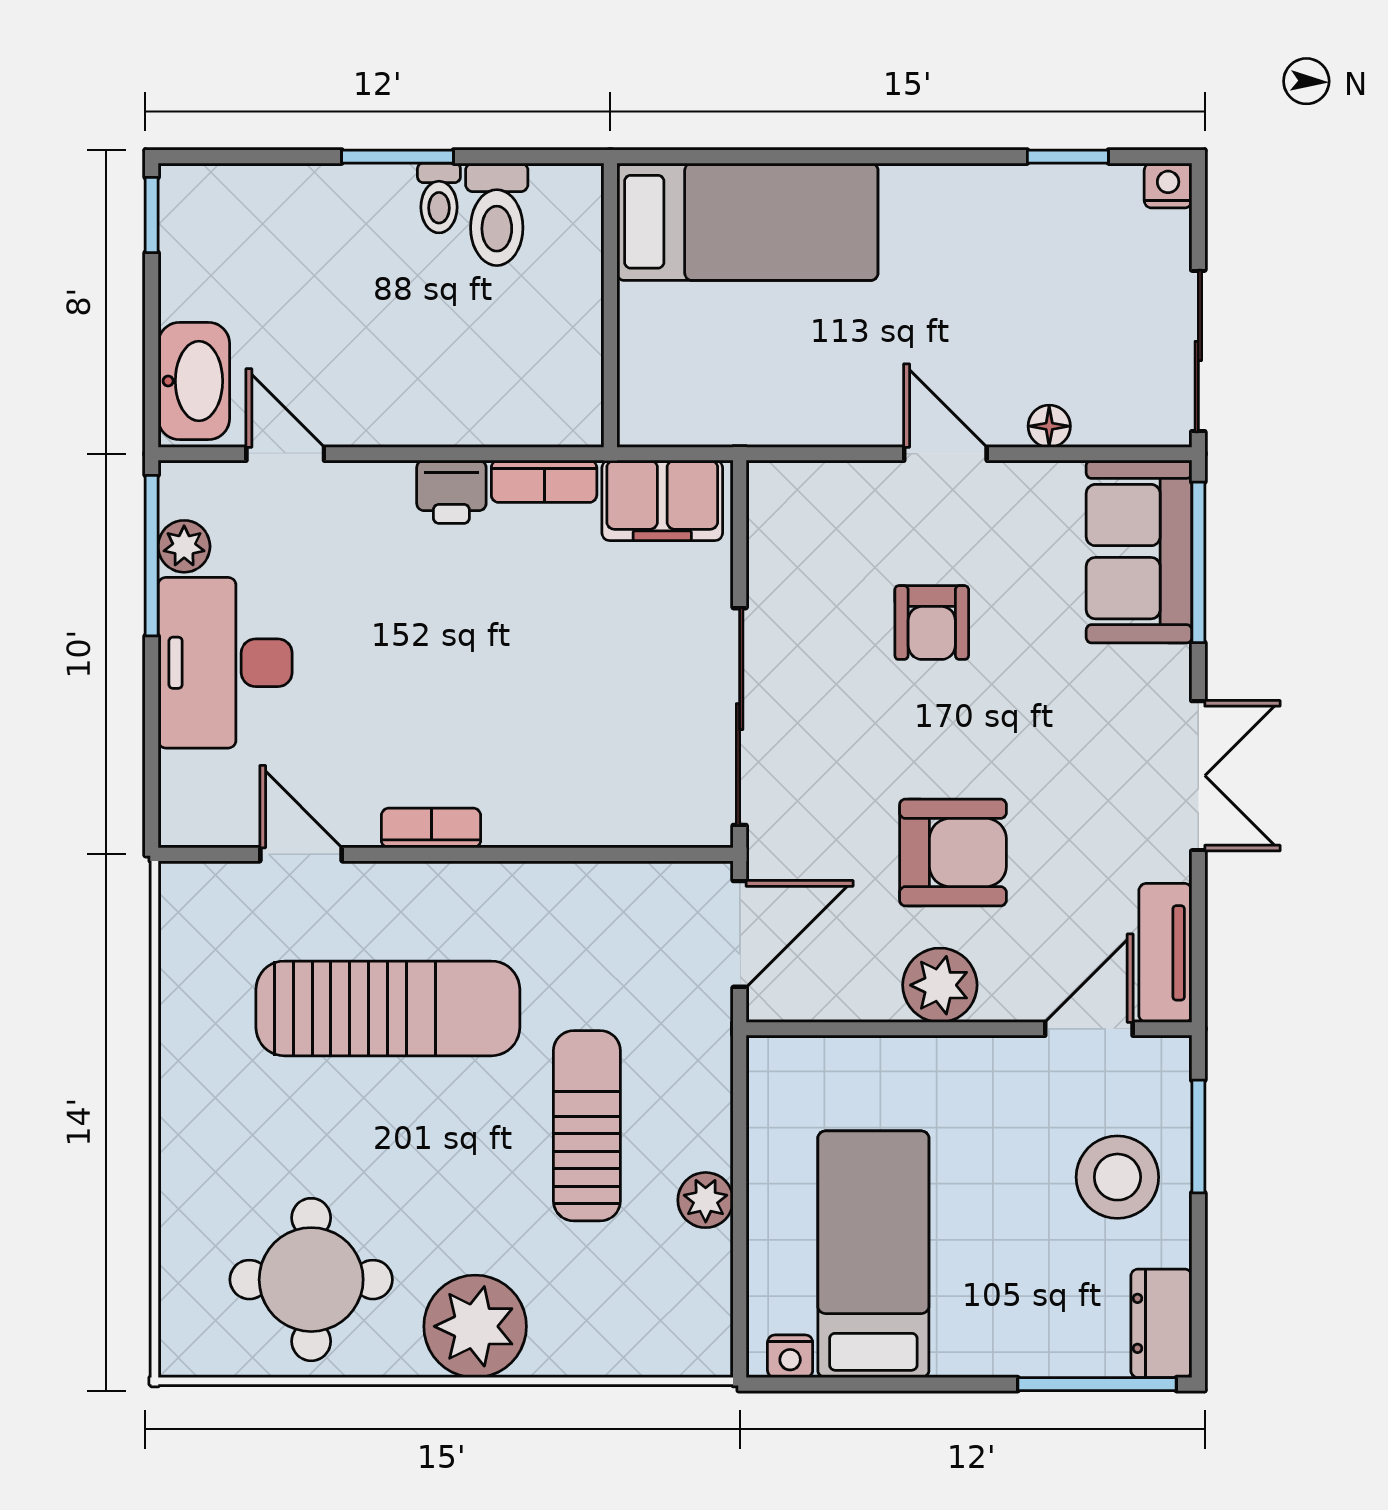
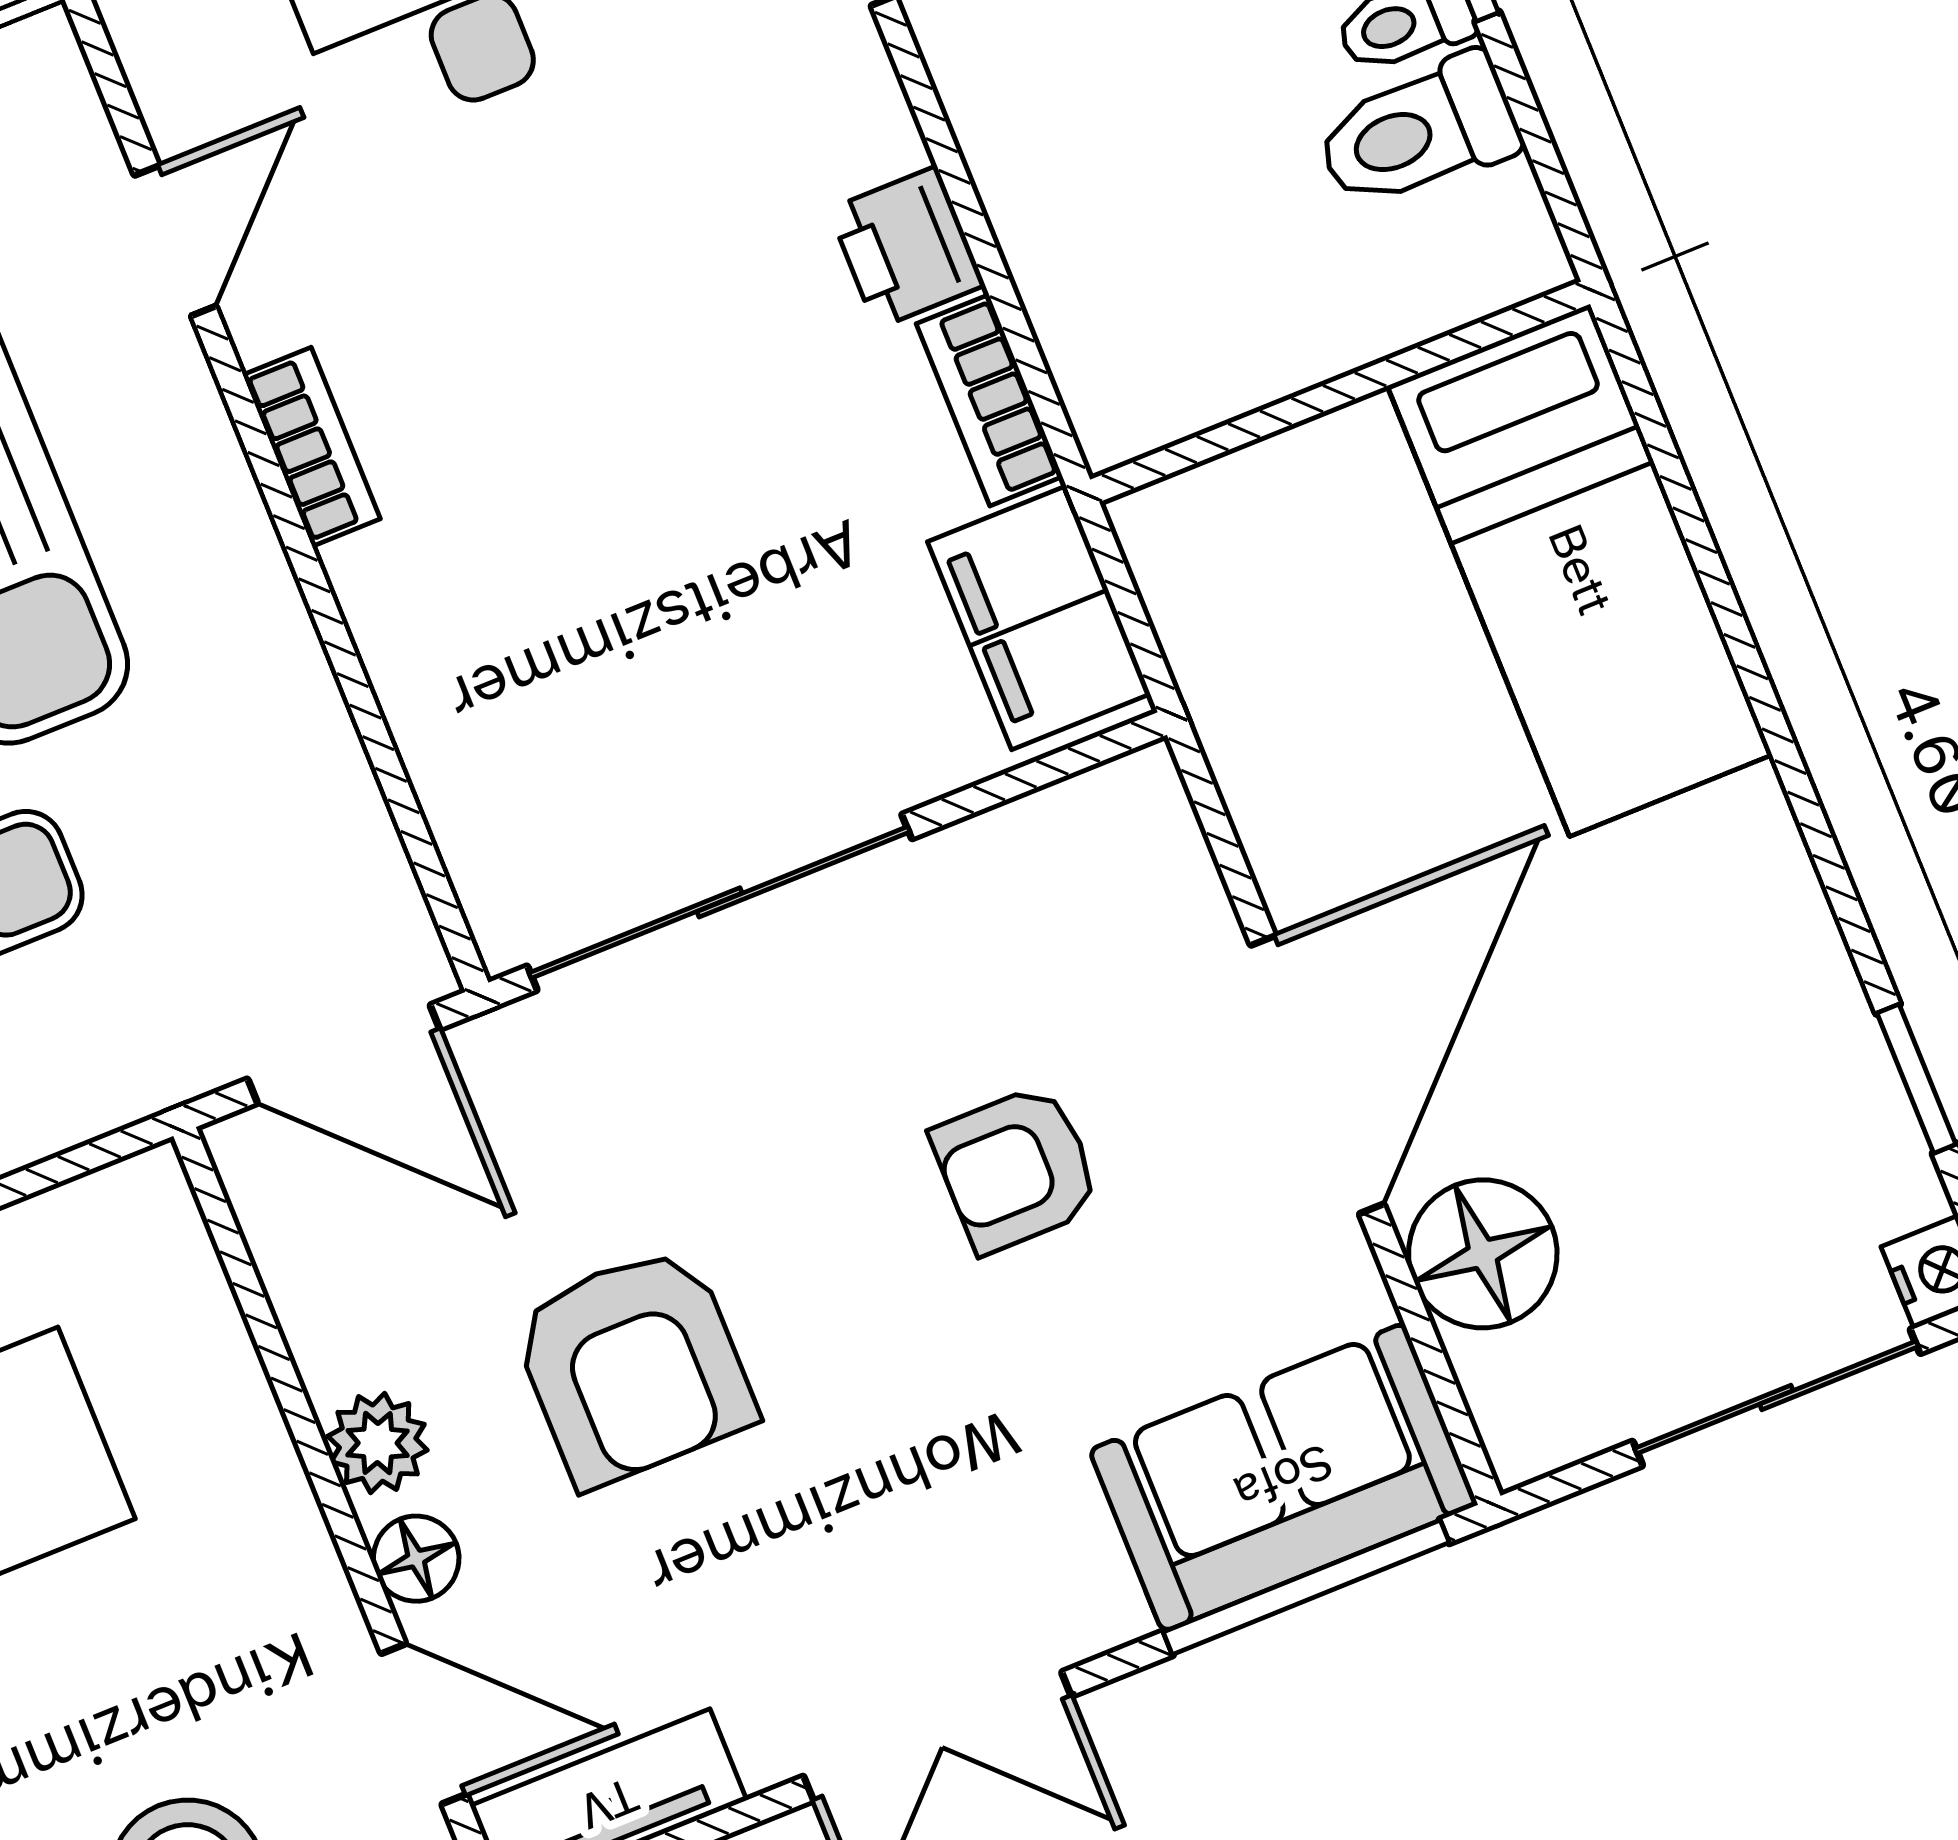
sliding door: (1198, 351) -> (1776, 1397), moved
floor lamp: (1049, 426) -> (1483, 1254), width x1.89, depth x1.89
door: (945, 454) -> (1317, 1075), width x1.88
plant: (940, 985) -> (378, 1443), width x0.73, depth x0.73
floor lamp: (1005, 999) -> (416, 1559), added

